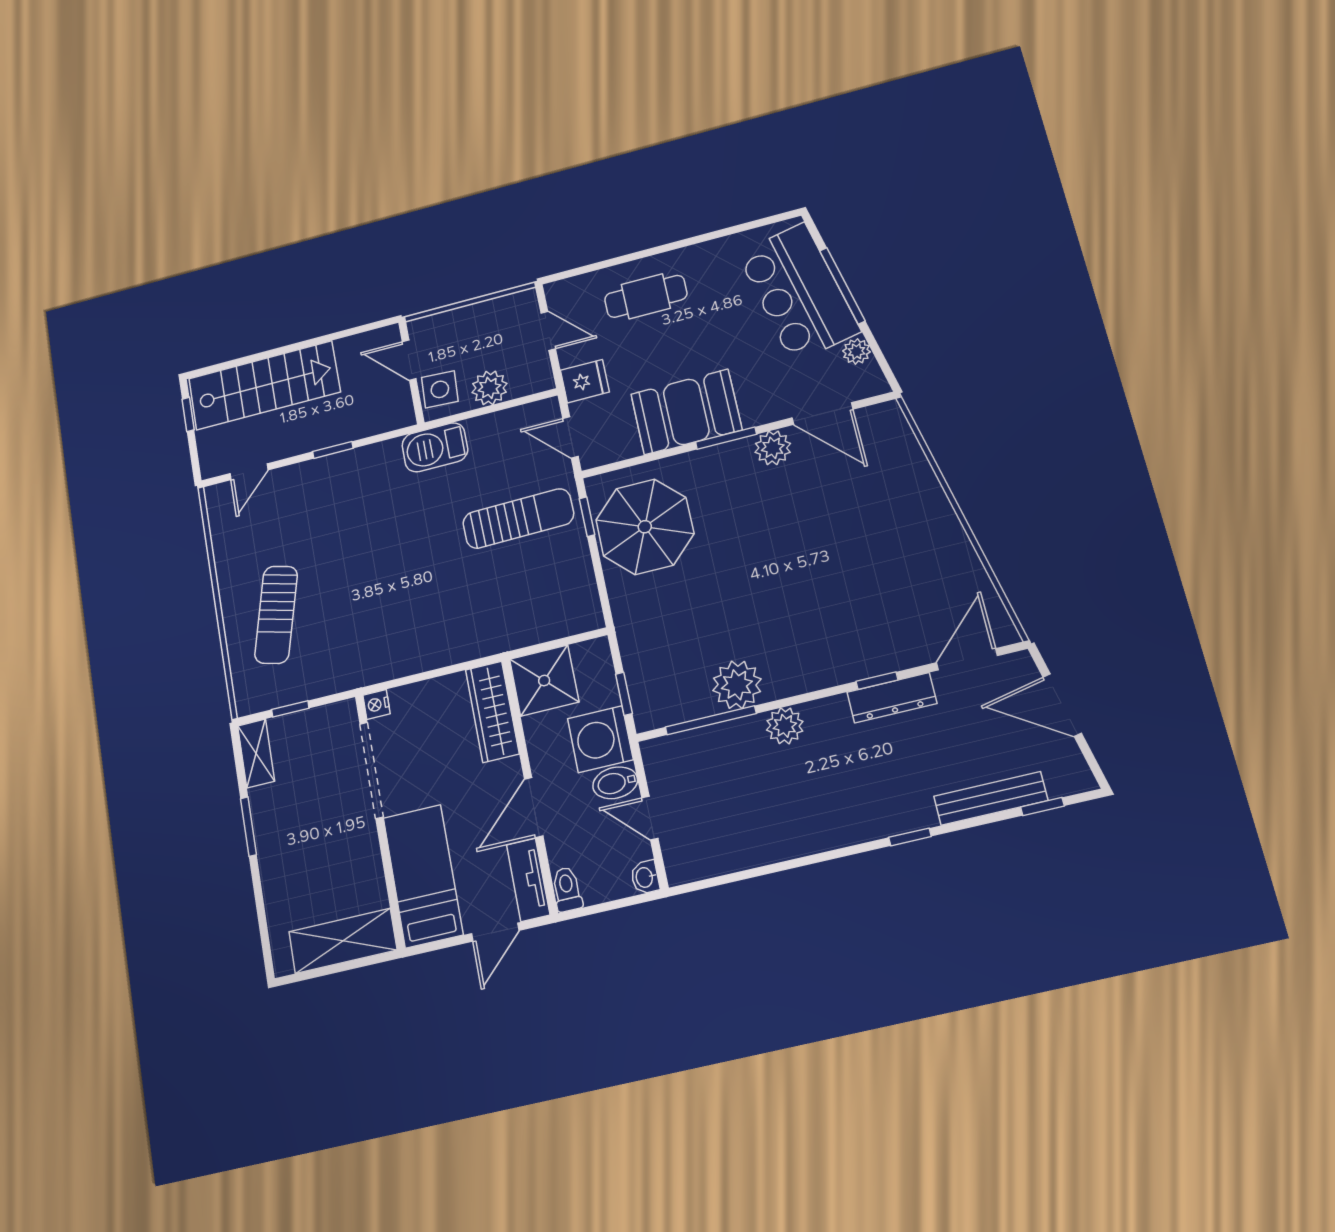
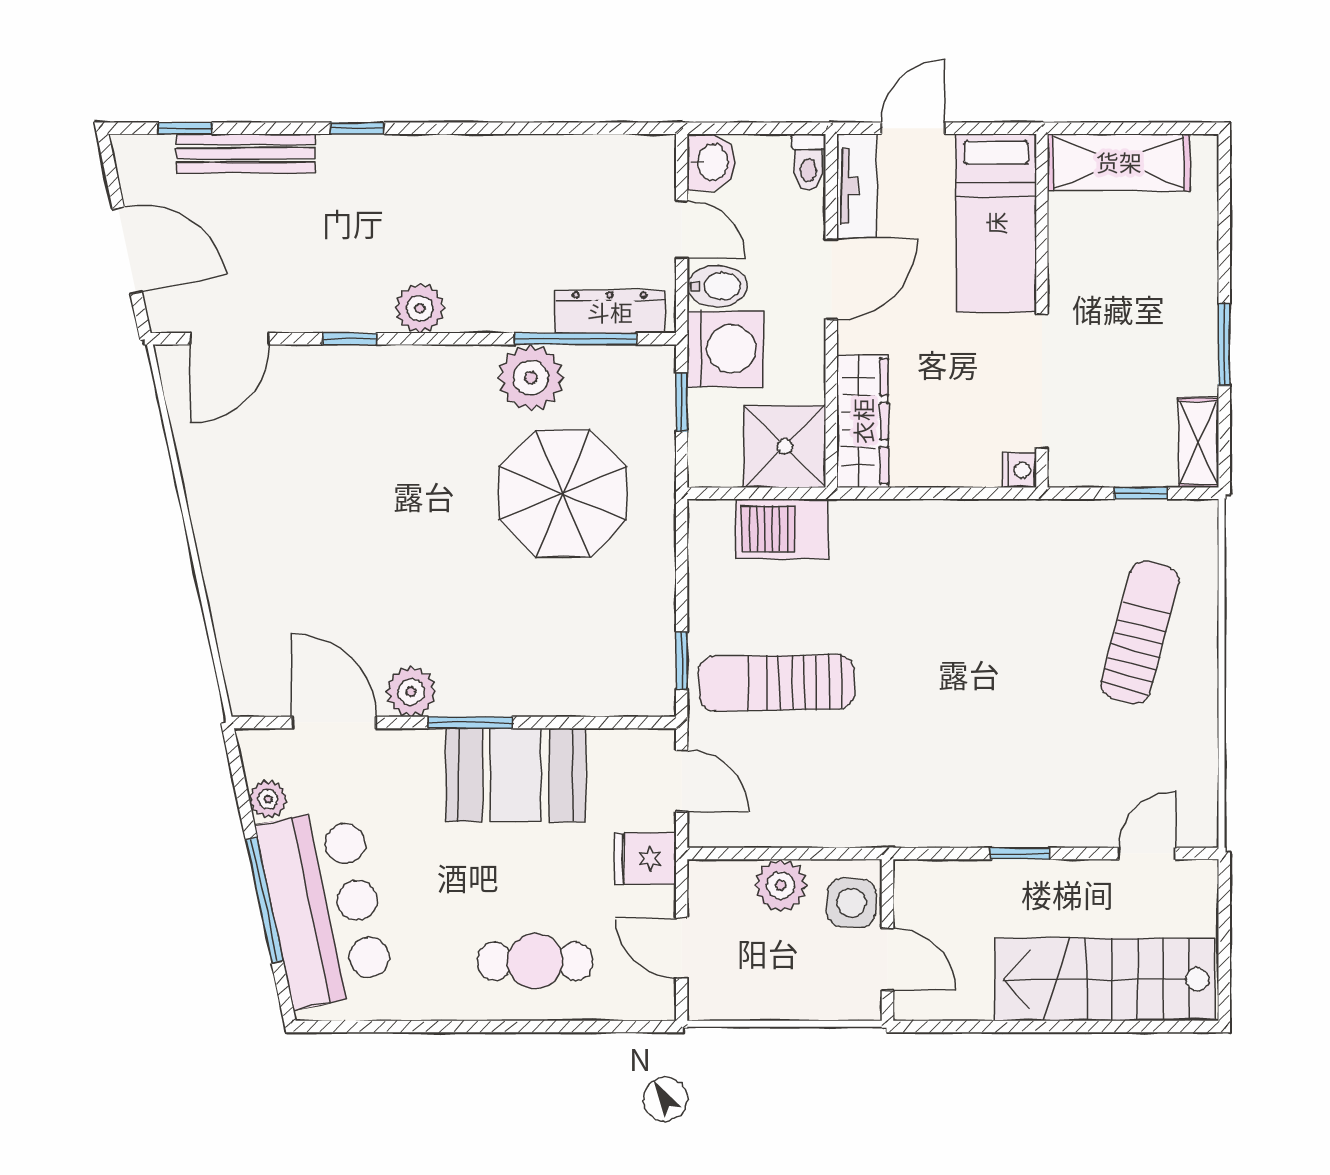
window: (188, 414) -> (1224, 965), removed
barbecue: (435, 447) -> (782, 529), moved, turned 180
parasol: (645, 527) -> (563, 493), moved
dresser: (892, 698) -> (610, 312), moved
plant: (785, 726) -> (420, 308), moved
washbasin: (645, 877) -> (711, 162), width x1.38, depth x1.45

